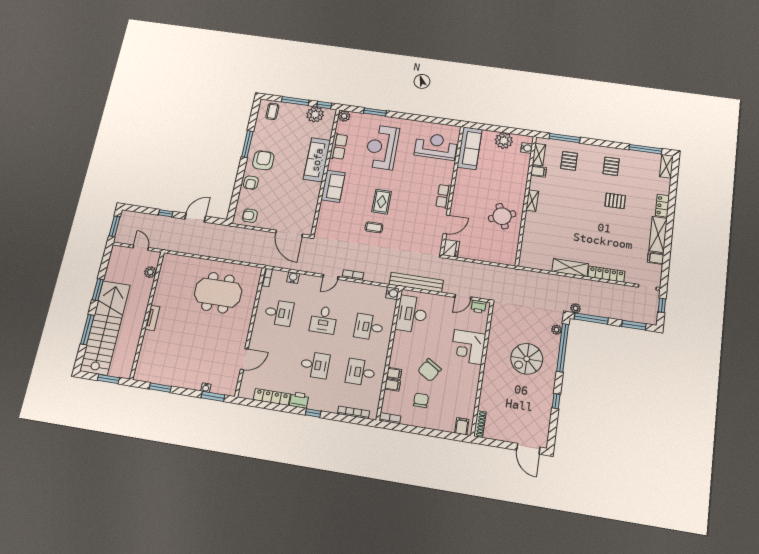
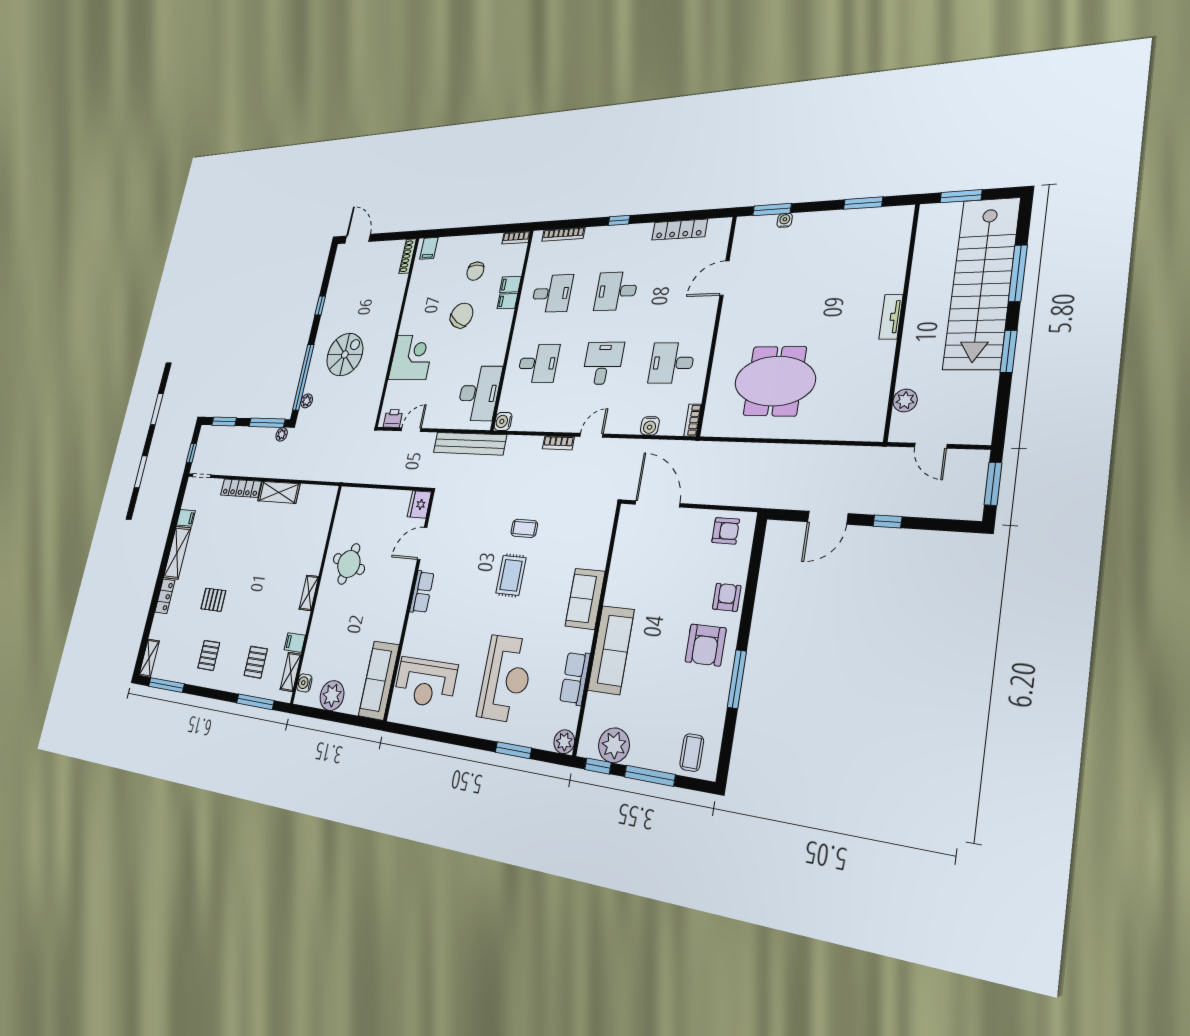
round table: (502, 216) -> (349, 564), turned 37
printer: (299, 400) -> (639, 234), removed

